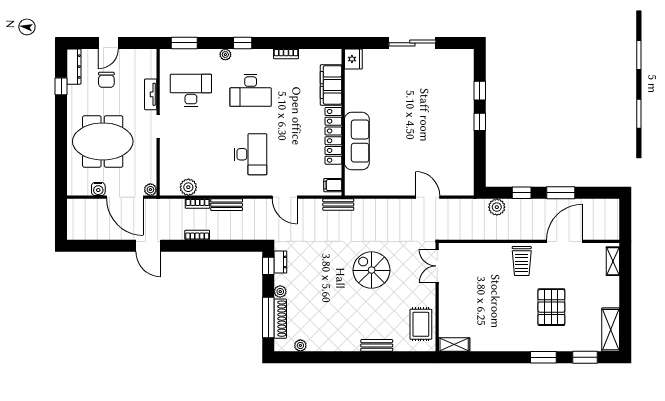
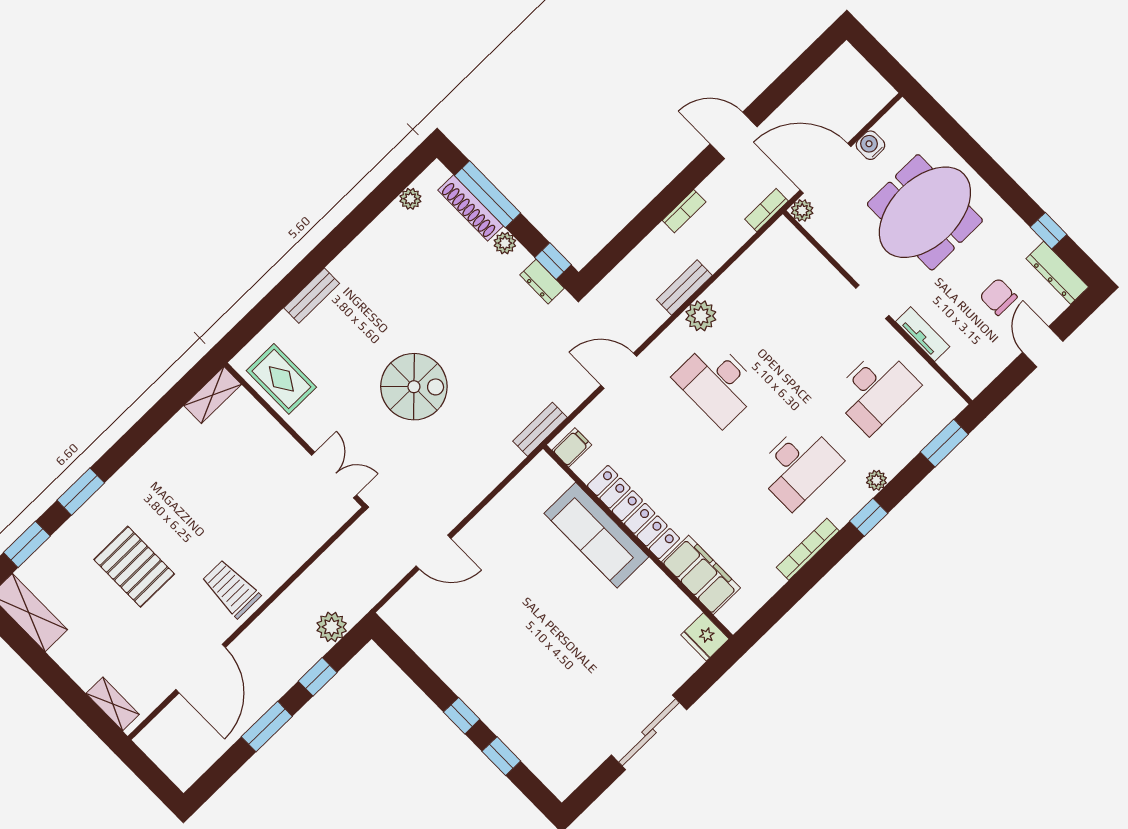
bookcase: (286, 54) -> (808, 549), width x1.56
desk: (251, 90) -> (798, 466), turned 180
plant: (188, 187) -> (701, 316), moved
bookcase: (197, 204) -> (766, 210), moved

